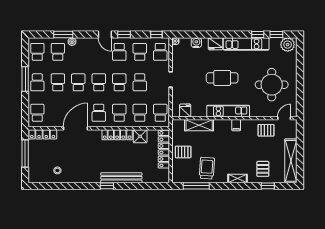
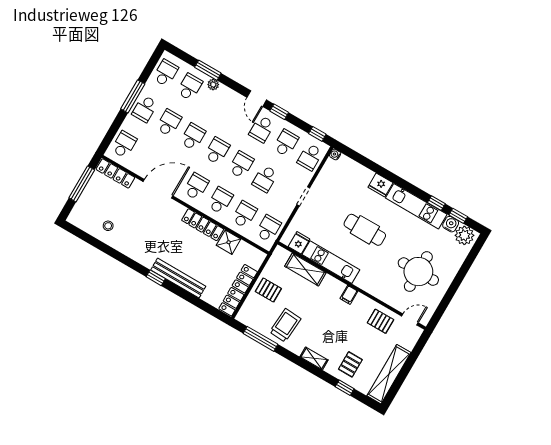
water cooler: (196, 43) -> (451, 224), moved
kitchen unit: (228, 111) -> (331, 262), moved
school desk: (99, 113) -> (196, 186), turned 180
locker: (164, 149) -> (238, 290), moved

